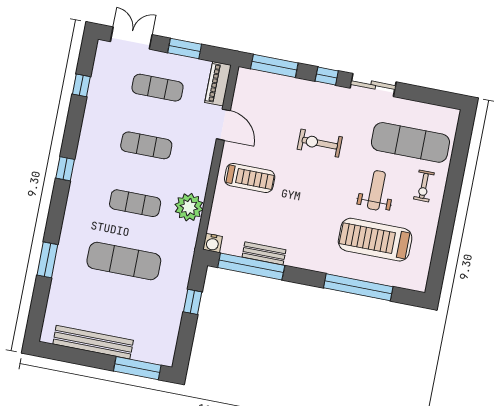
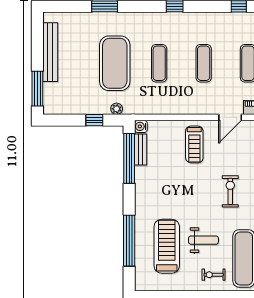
plant: (189, 207) -> (117, 109), moved, width x0.53, depth x0.53
bench: (264, 253) -> (141, 150), moved
exercise mat: (124, 261) -> (115, 63), width x1.47

